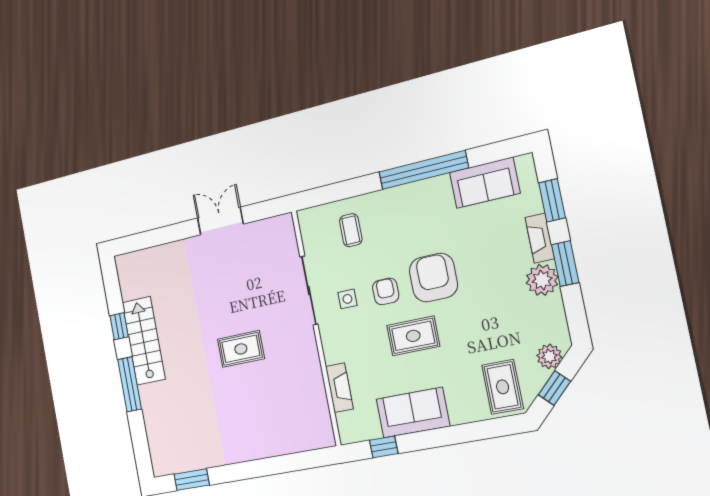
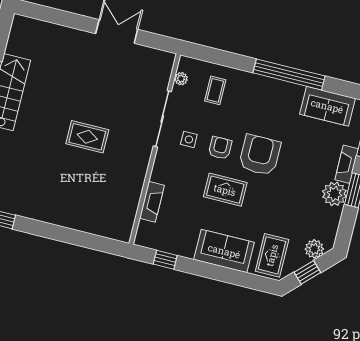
plant: (309, 236) -> (181, 79), added
sofa: (413, 413) -> (224, 251), moved

